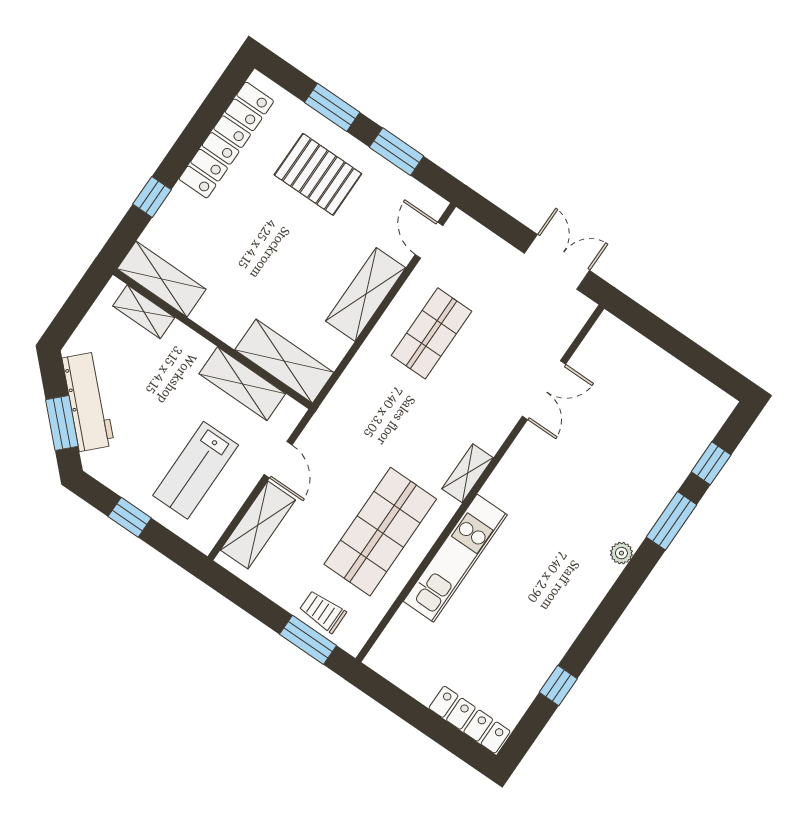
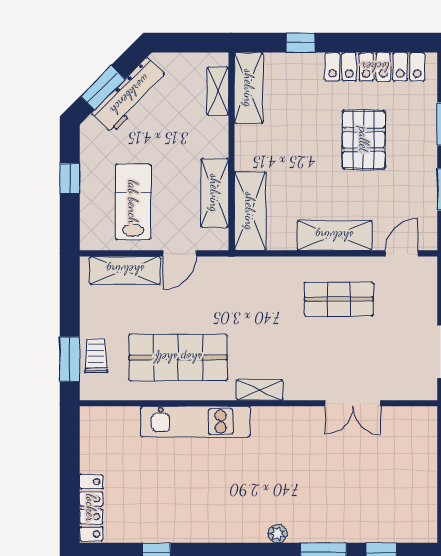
pallet: (318, 174) -> (364, 140), moved
lab bench: (196, 470) -> (133, 202), turned 90

